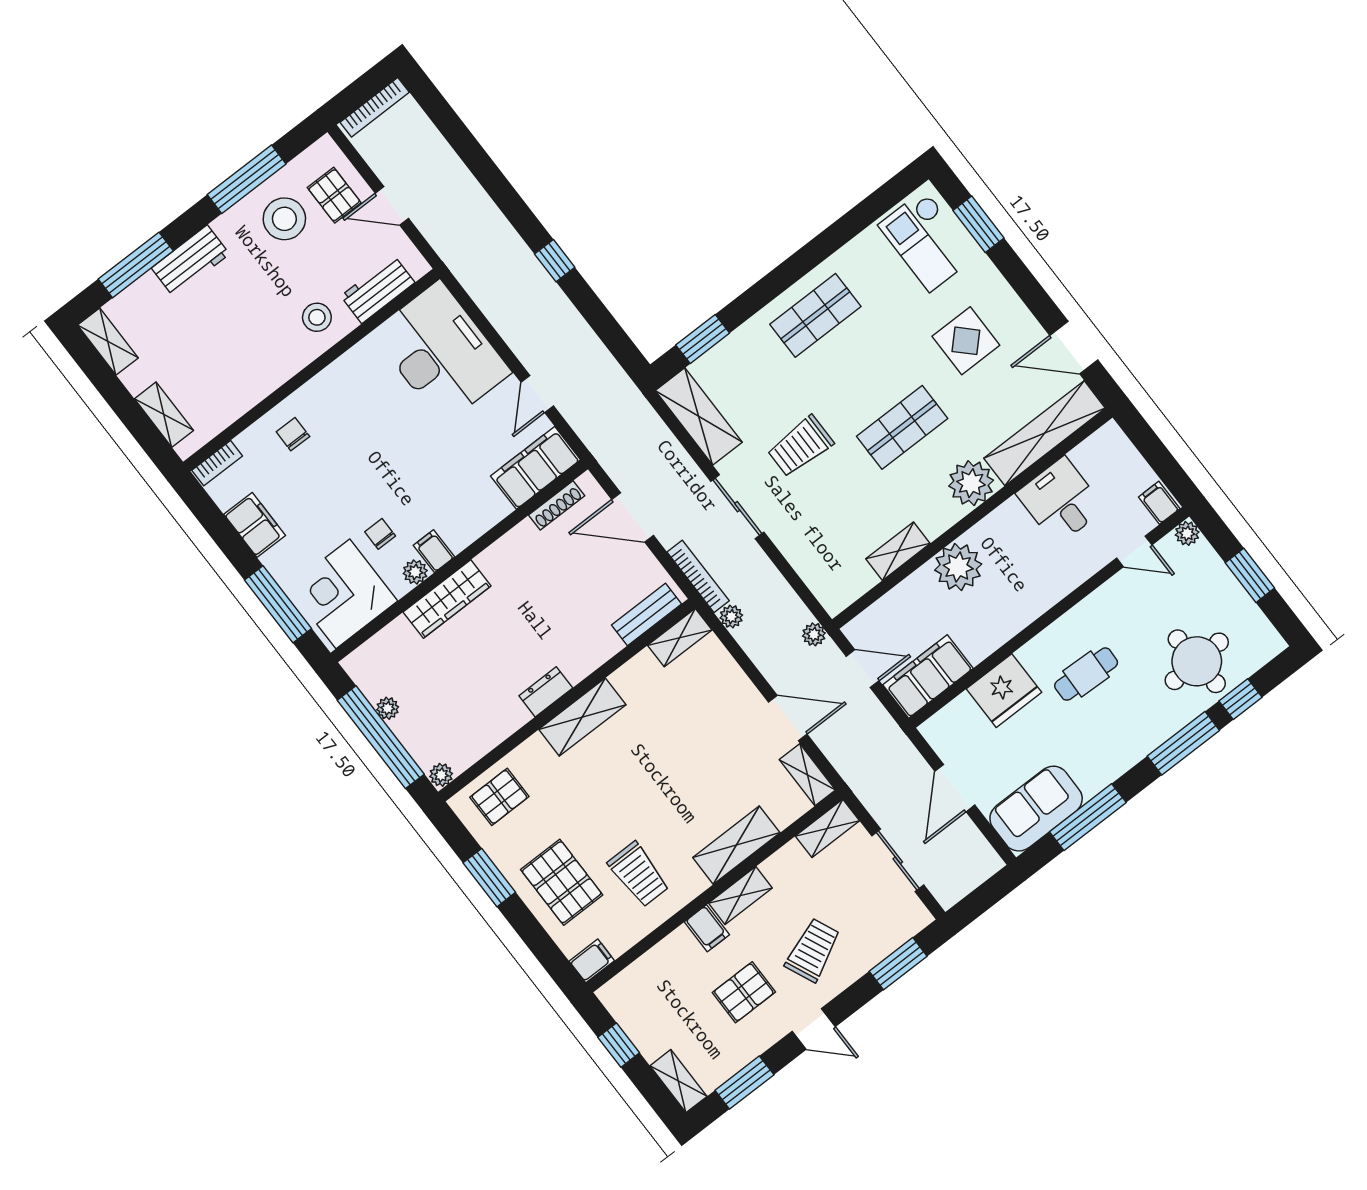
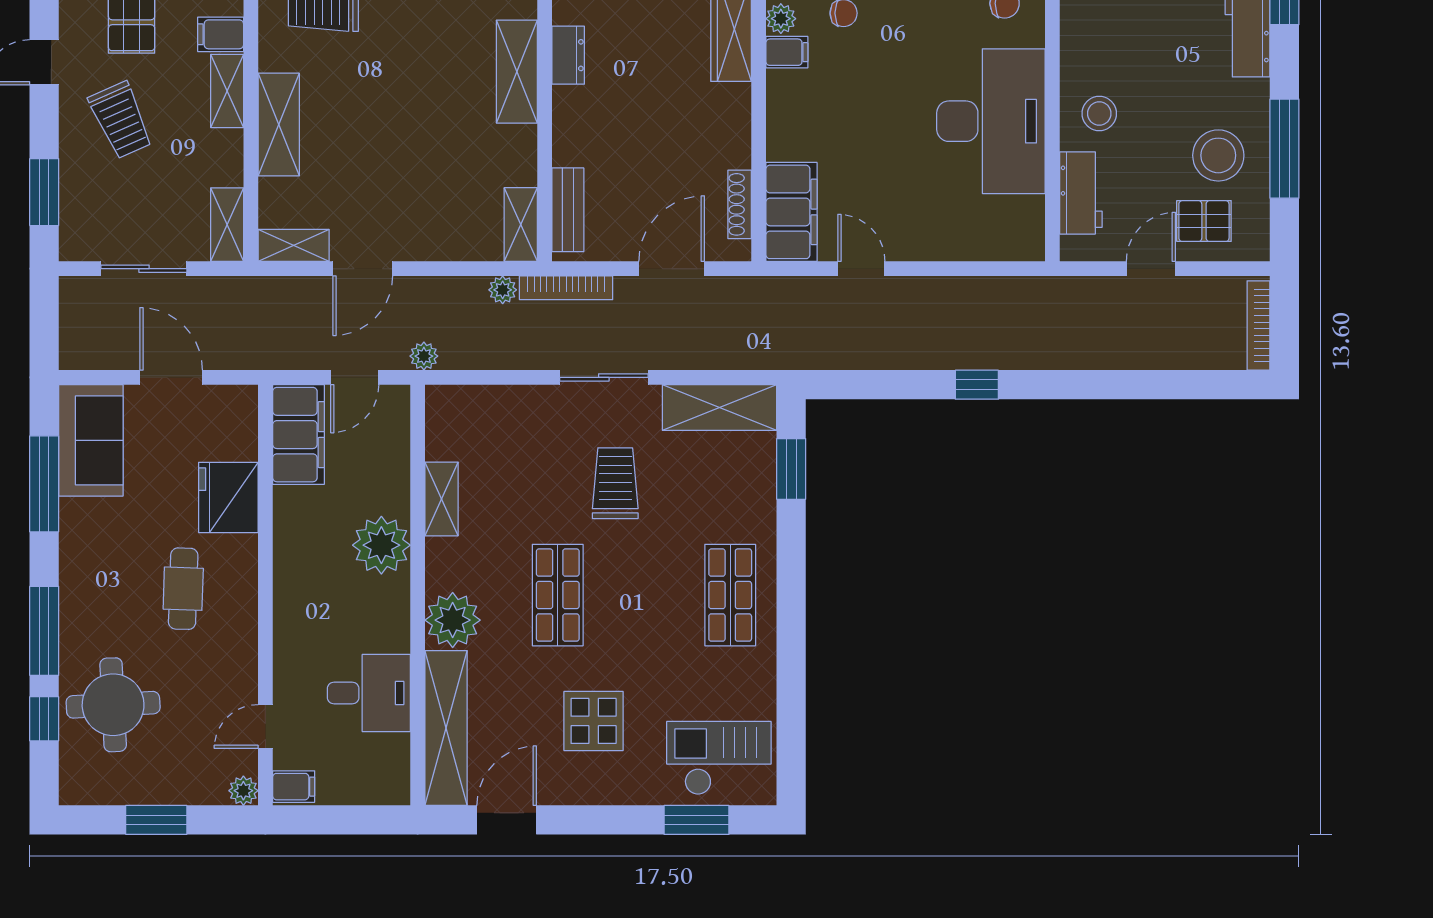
desk: (441, 352) -> (991, 121), moved, turned -90

